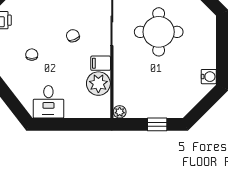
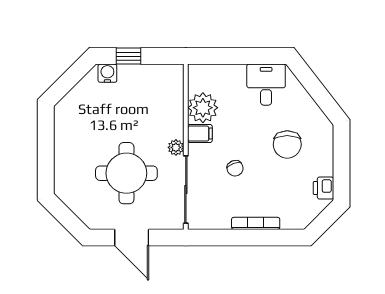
chair: (32, 55) -> (287, 144), width x1.87, depth x1.87
water cooler: (209, 77) -> (107, 73), moved, turned 90
plant: (120, 112) -> (176, 147), moved

